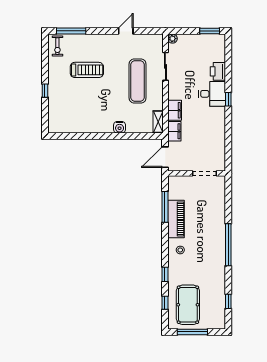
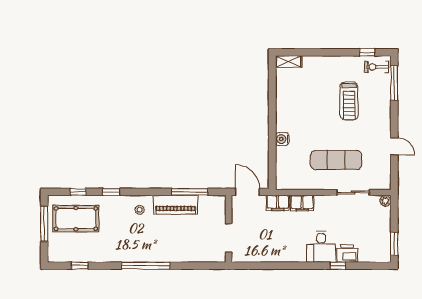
window: (45, 91) -> (367, 52), moved
window: (228, 99) -> (338, 266), moved
shelving: (158, 122) -> (289, 62), moved

